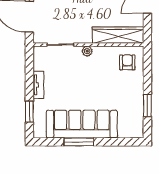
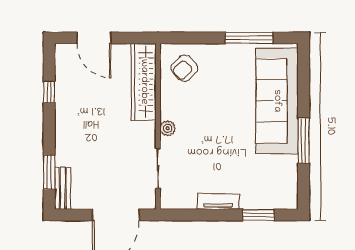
armchair: (127, 62) -> (184, 68), turned -45
window: (147, 105) -> (249, 38), width x1.44
sofa: (82, 124) -> (277, 101), moved

